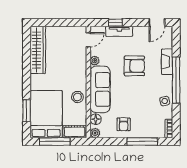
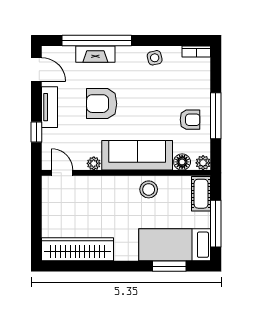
tv unit: (119, 31) -> (49, 107), moved
armchair: (134, 66) -> (102, 104), turned -90
window: (176, 80) -> (97, 41), moved
bed: (46, 114) -> (175, 245), width x0.67
window: (142, 142) -> (216, 116), moved

